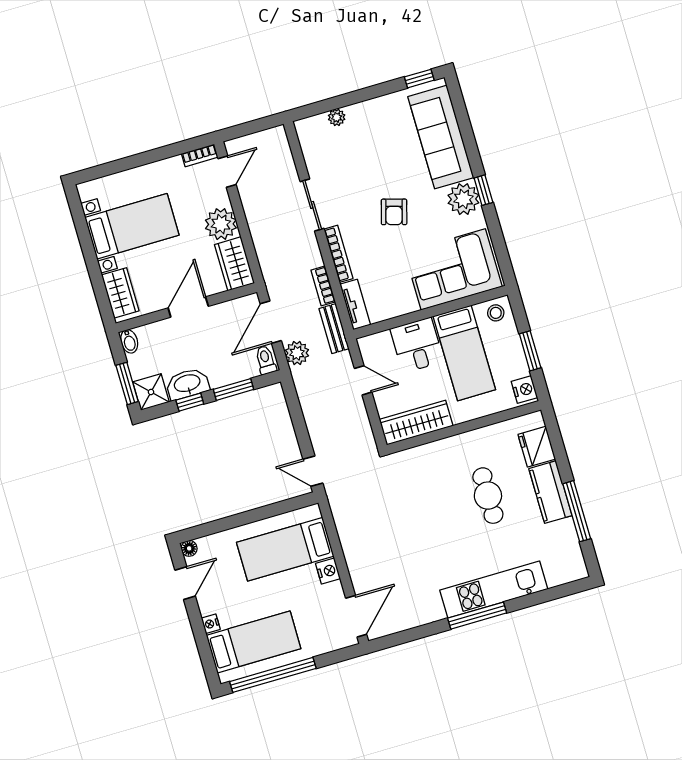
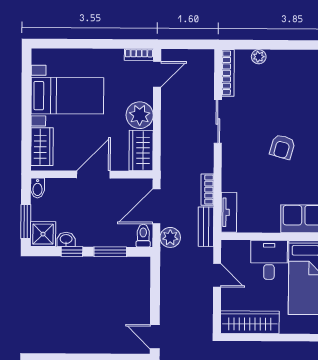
bookcase: (338, 254) -> (228, 73), moved
washbasin: (187, 384) -> (66, 239), width x0.52, depth x0.69

